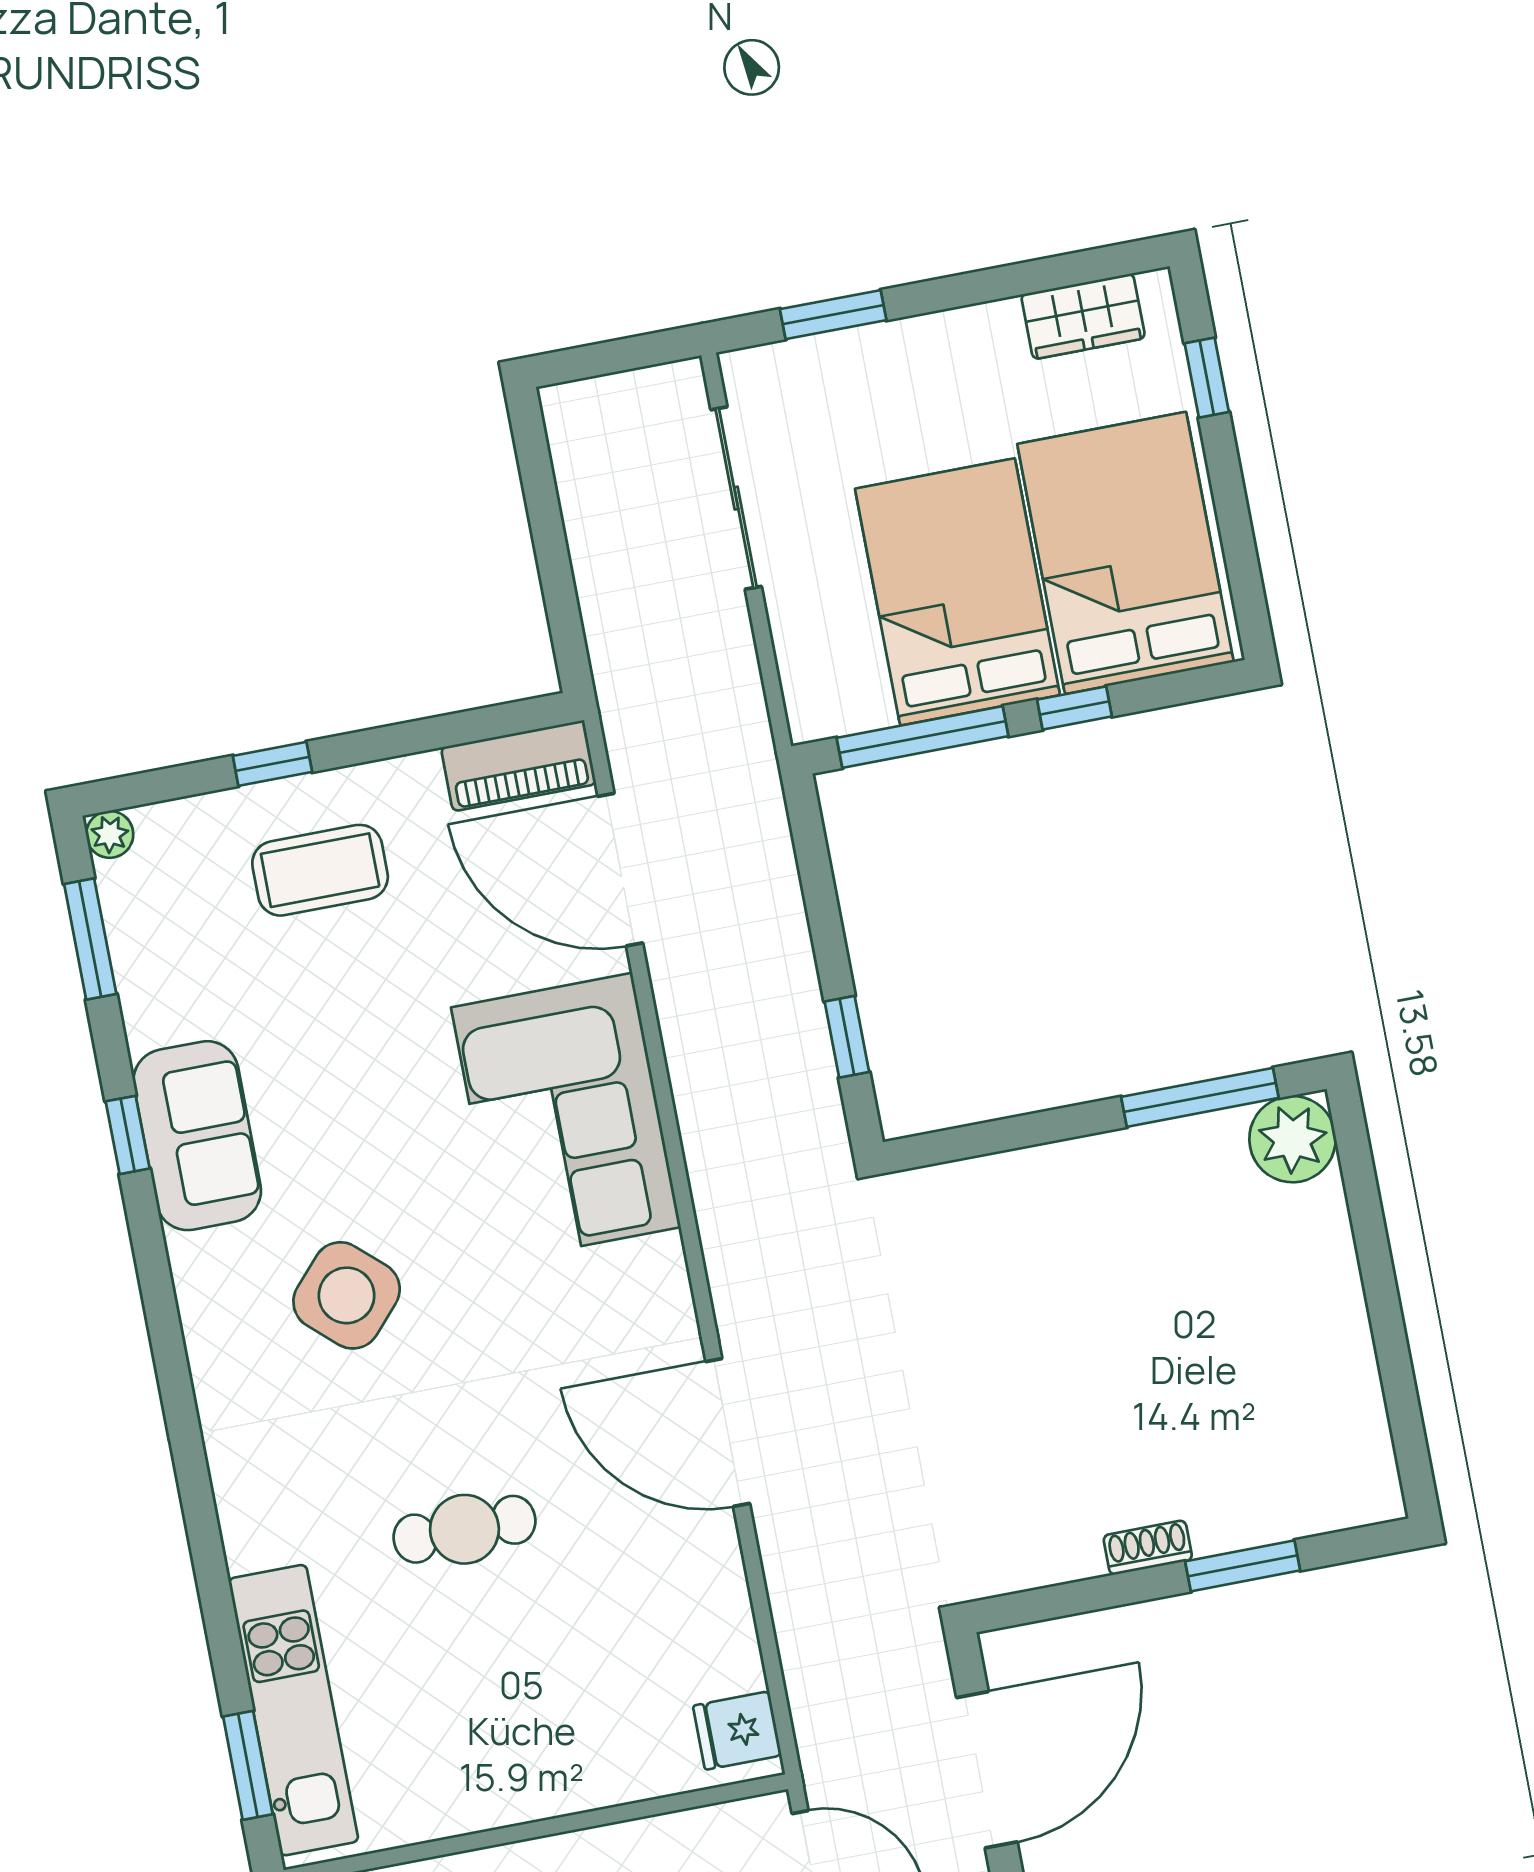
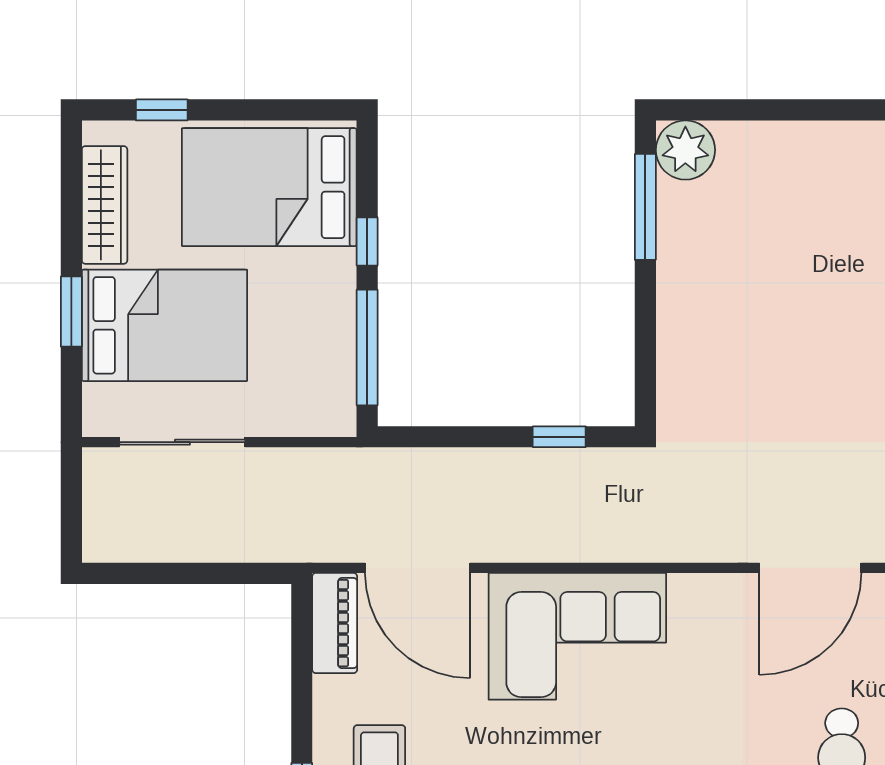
window: (833, 315) -> (71, 312), moved
wardrobe: (1083, 316) -> (105, 205), width x1.50
bed: (957, 592) -> (164, 325), moved, turned 180
door: (620, 870) -> (418, 568), hinge flipped

